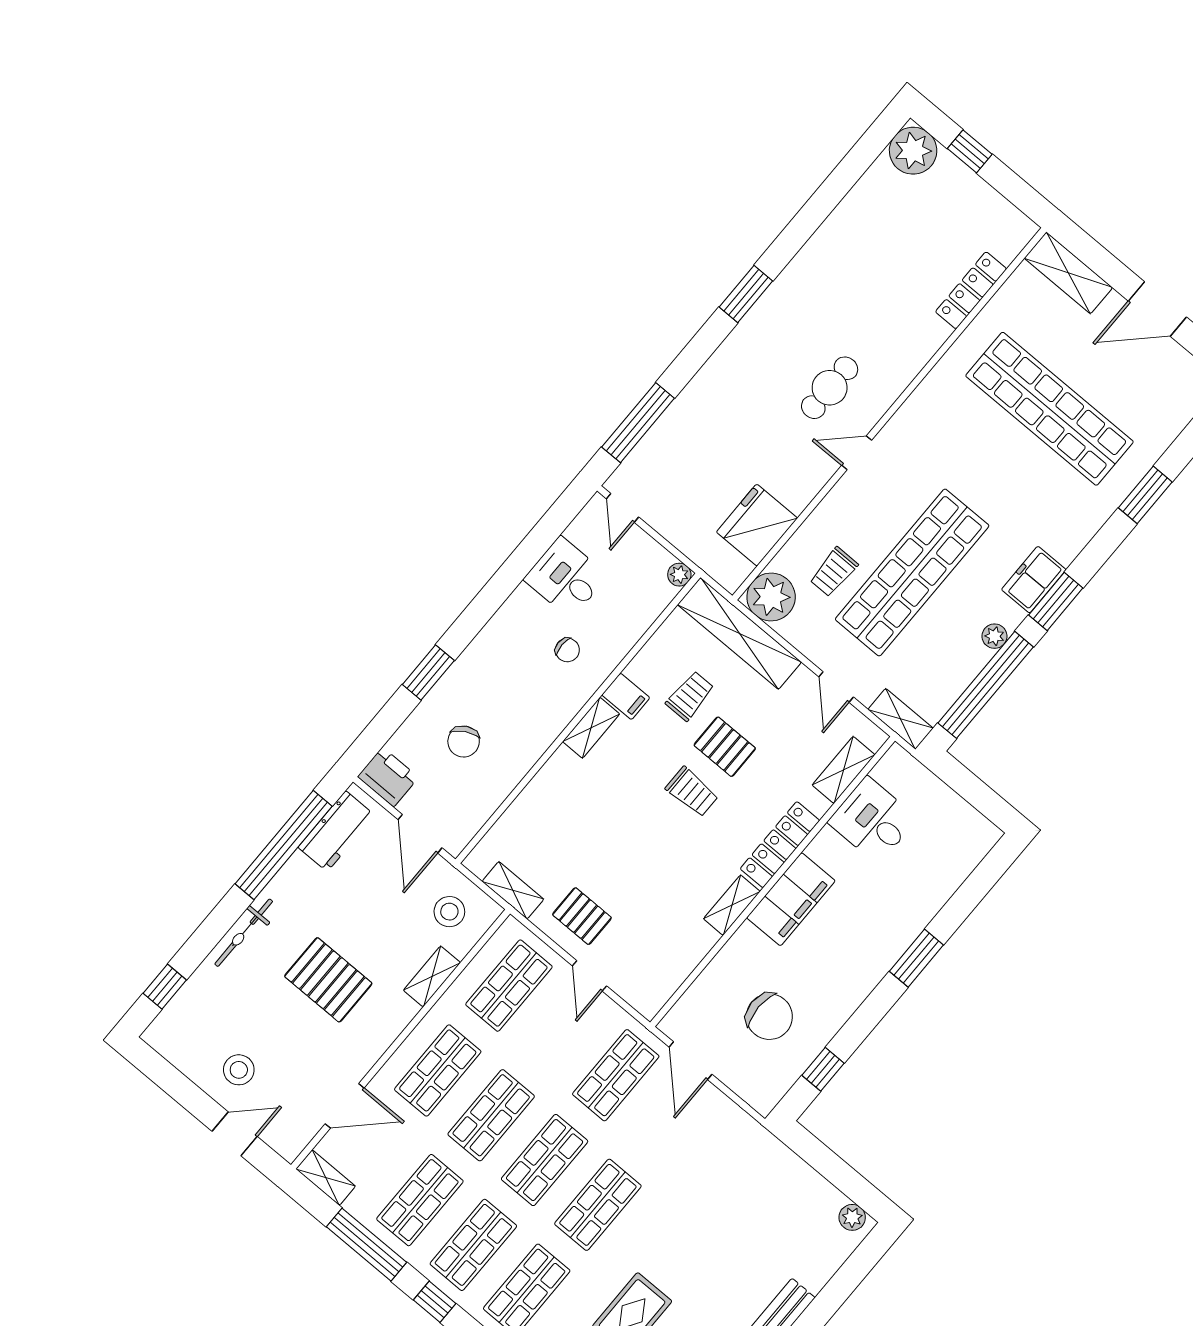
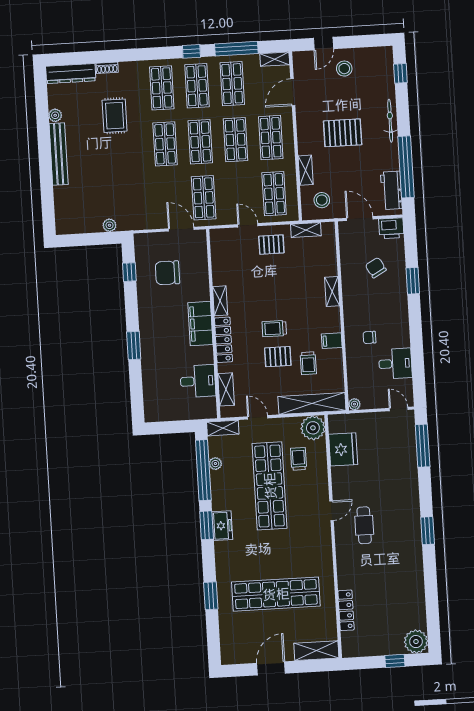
plant: (994, 636) -> (215, 464), moved
shelving: (591, 728) -> (332, 292), moved
plant: (852, 1217) -> (109, 225), moved

